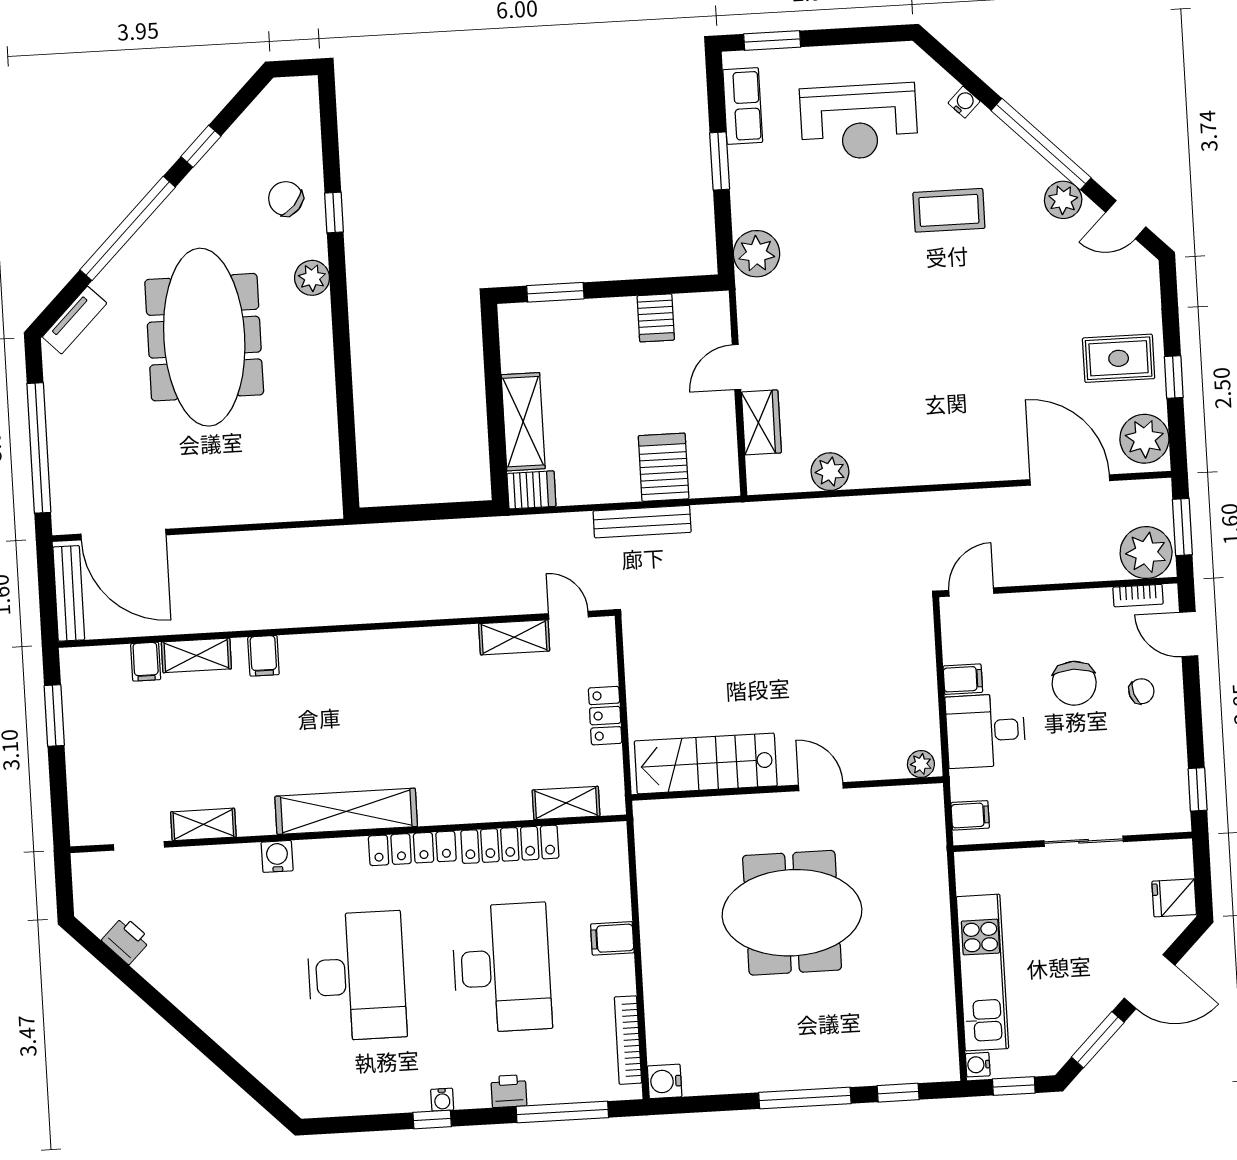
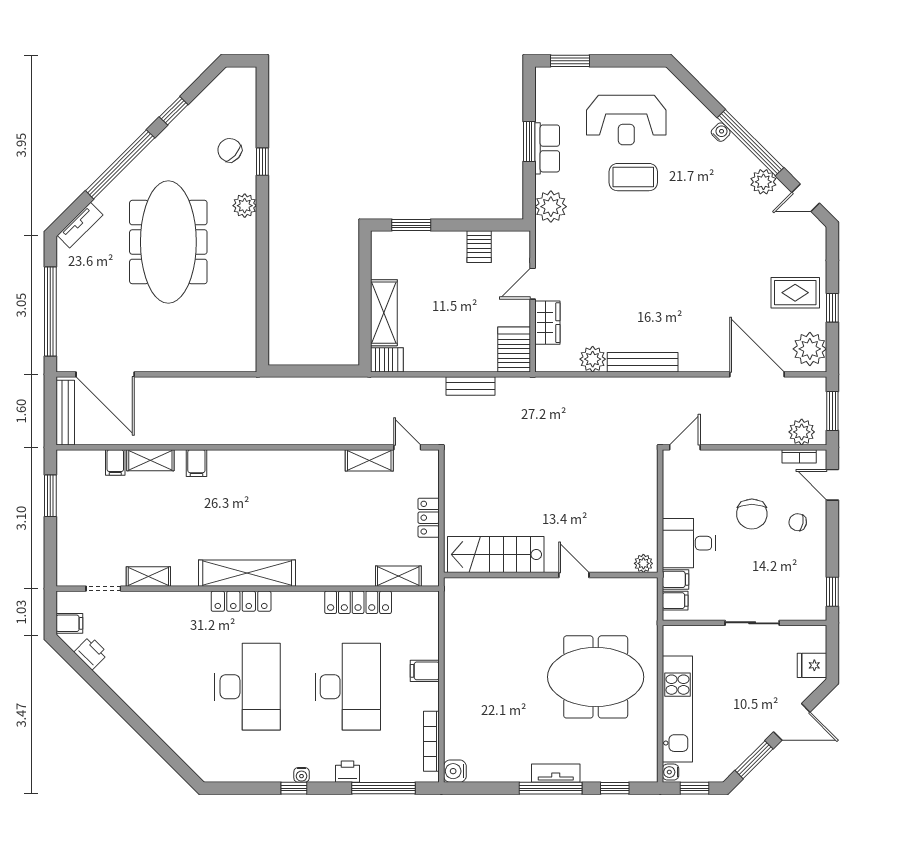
water cooler: (964, 102) -> (721, 132), moved
row of seats: (743, 106) -> (547, 148), moved
coffee table: (949, 210) -> (633, 177), moved
server rack: (664, 467) -> (514, 349), moved
bench: (903, 472) -> (643, 362), added
bench: (642, 522) -> (470, 386), width x0.73
plant: (1146, 553) -> (802, 432), width x0.73, depth x0.73
filing cabinet: (963, 679) -> (676, 579), moved
chair: (1141, 691) -> (798, 522), turned -151
locker: (412, 848) -> (241, 601), moved
water cooler: (277, 856) -> (198, 601), removed
filing cabinet: (92, 899) -> (69, 623), added
meeting table: (792, 913) -> (596, 677), moved
tv unit: (811, 1076) -> (556, 773), added

